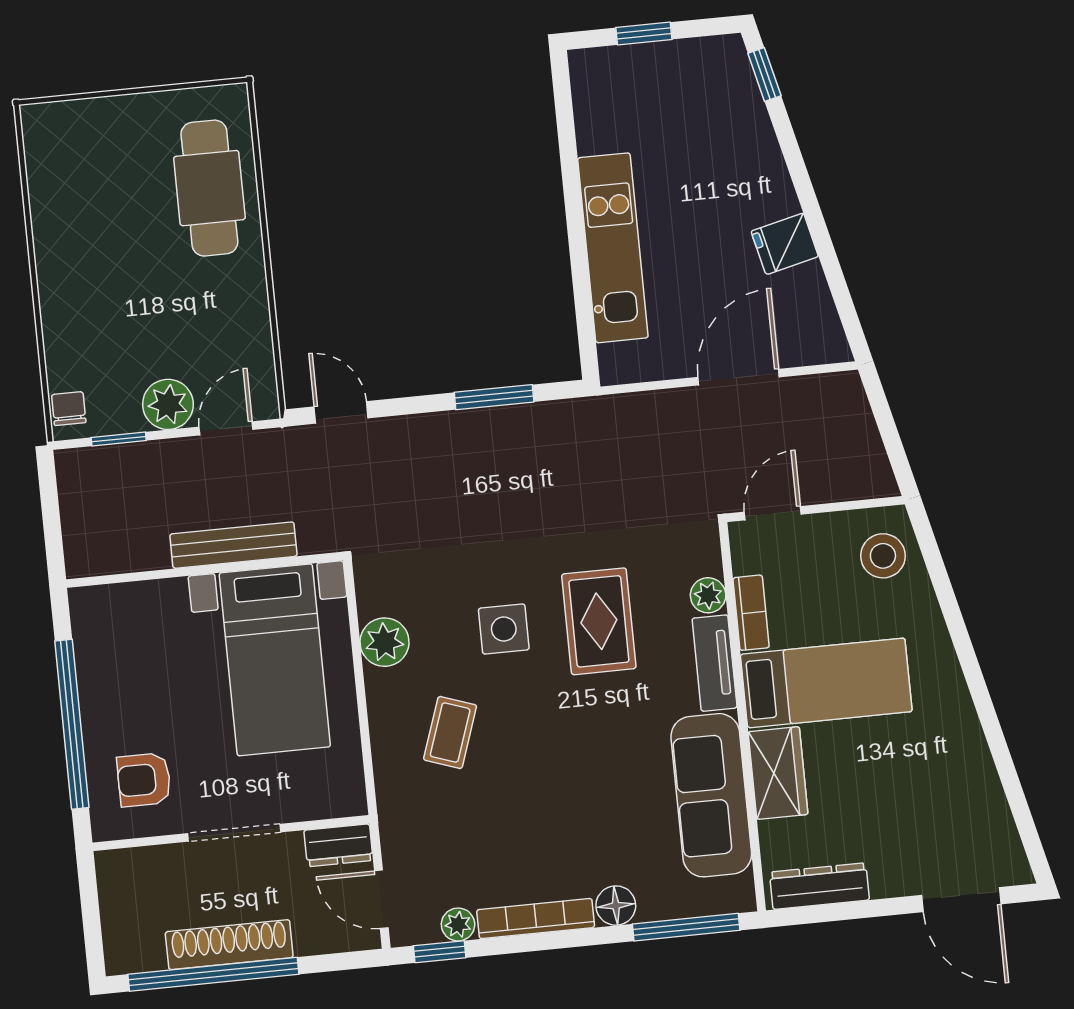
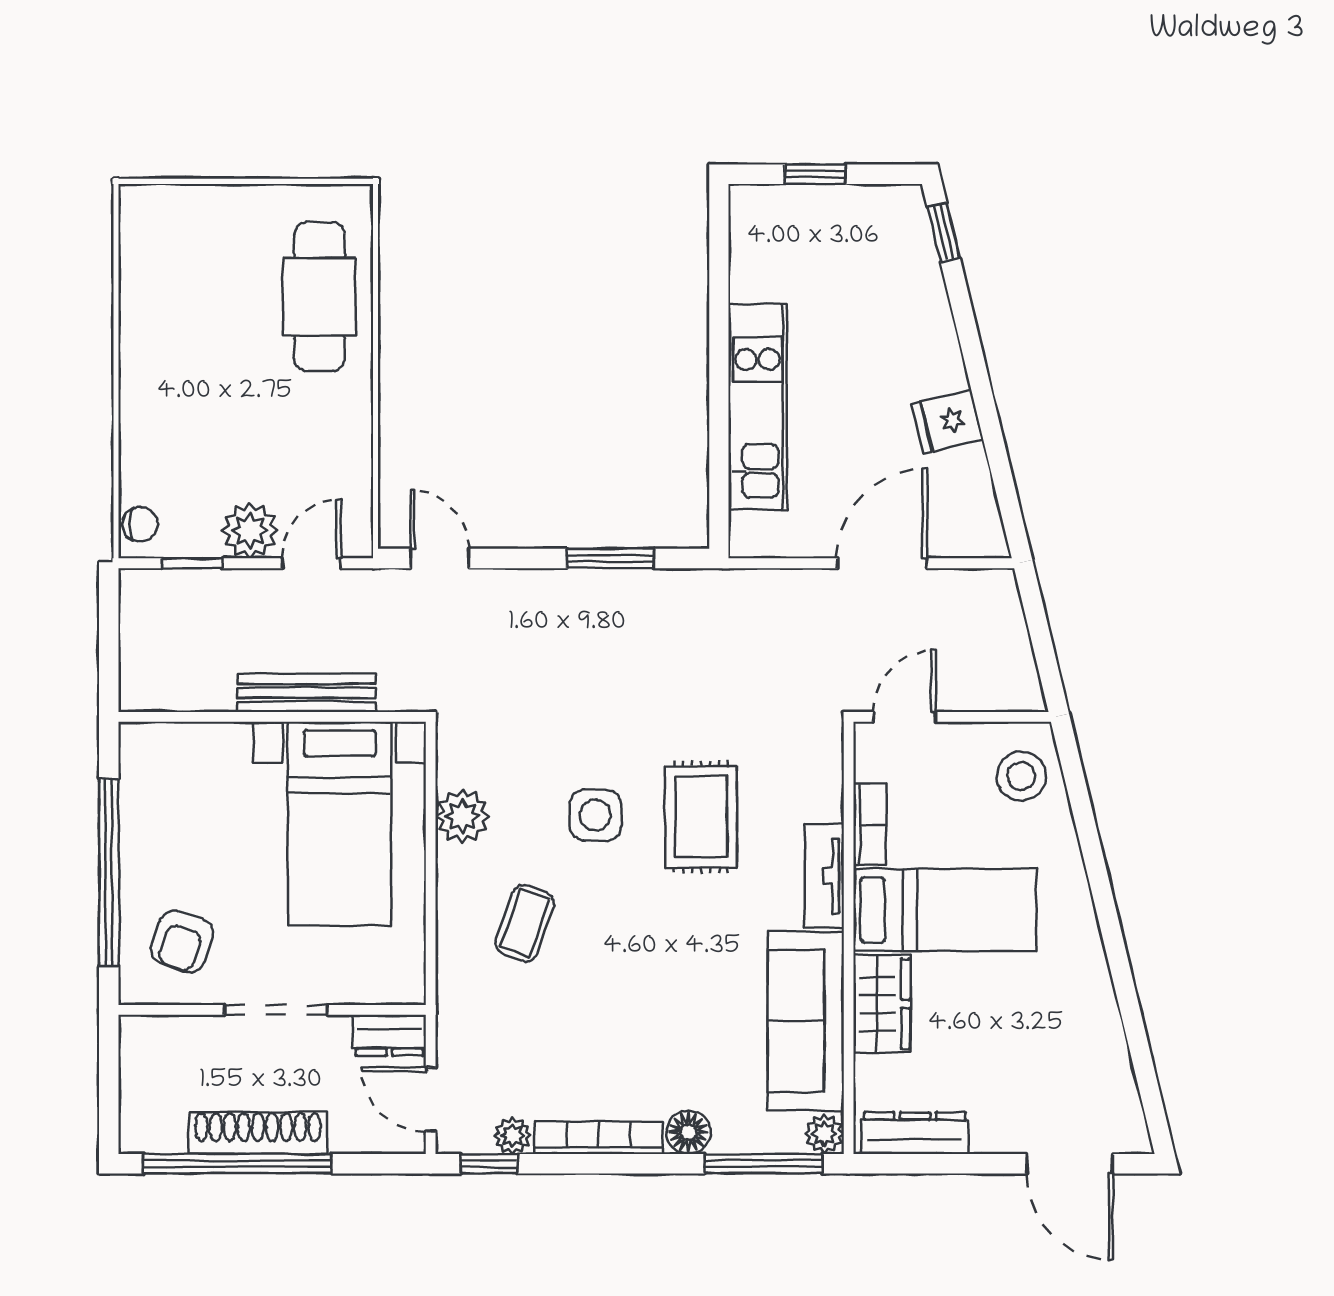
chair: (69, 409) -> (140, 524), turned 90
plant: (708, 595) -> (824, 1134), moved
armchair: (144, 780) -> (182, 942), turned -71

